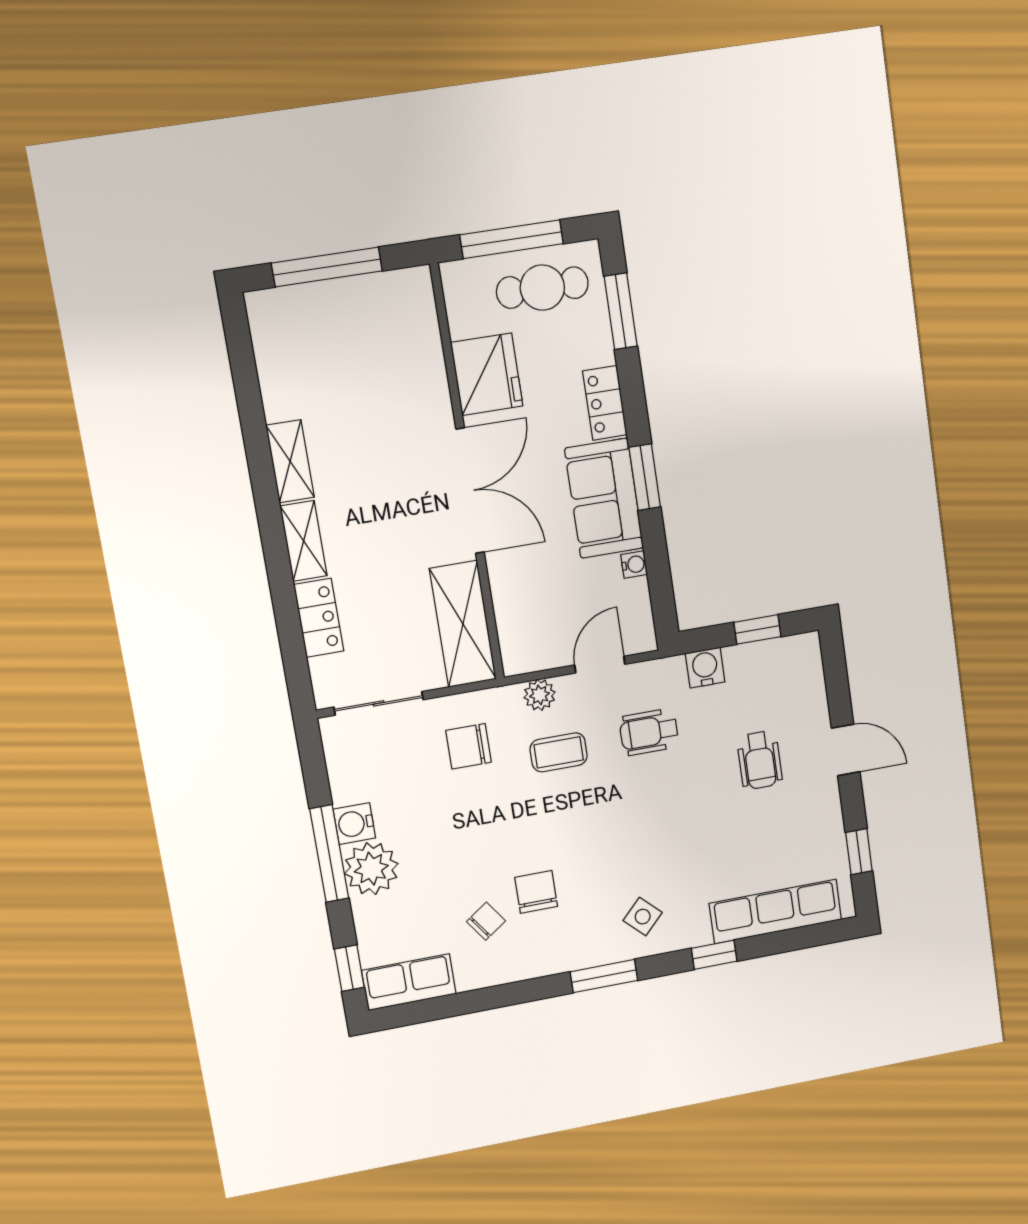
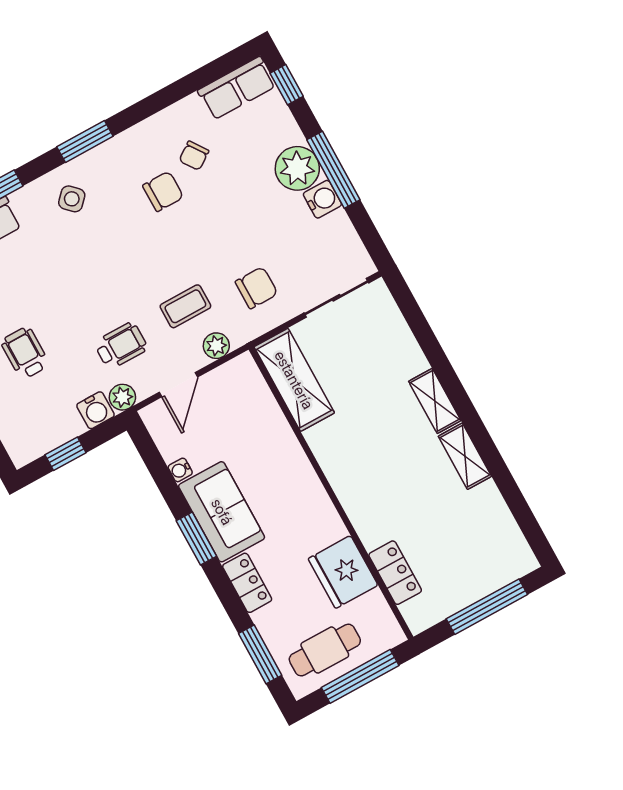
double door: (470, 491) -> (325, 482), removed
locker: (319, 618) -> (395, 573), moved, turned 180
plant: (669, 672) -> (122, 397), added
chair: (536, 892) -> (163, 191), turned -90

